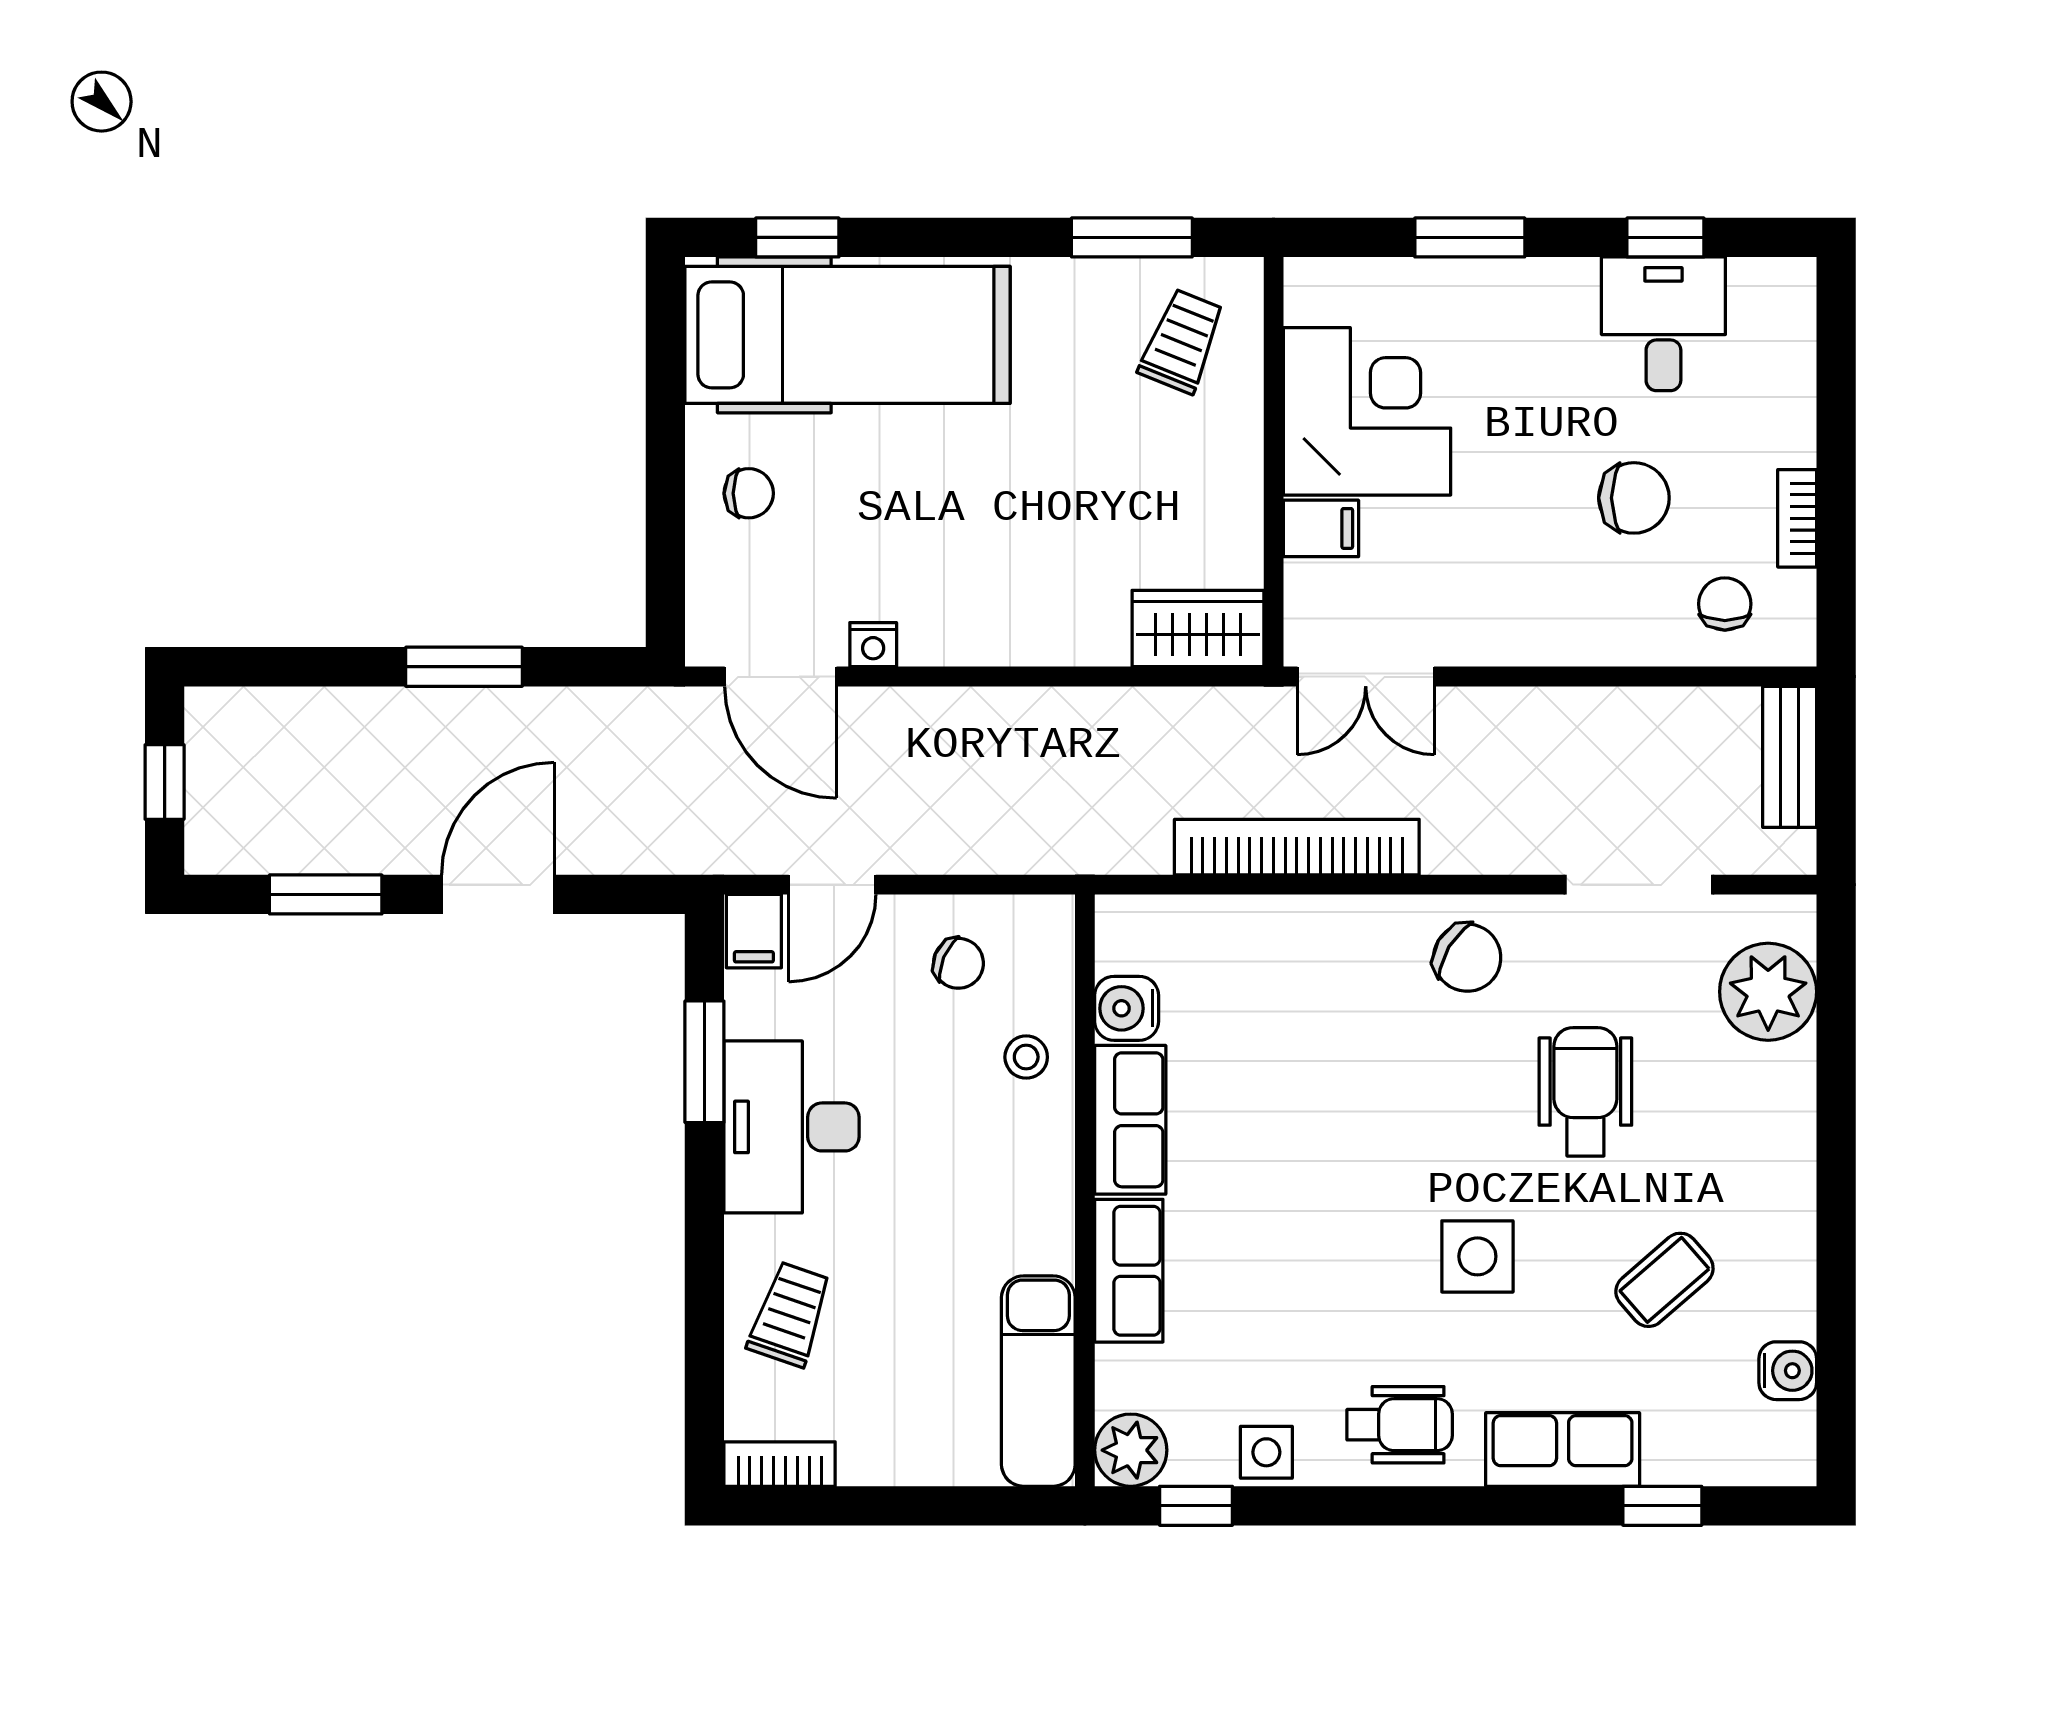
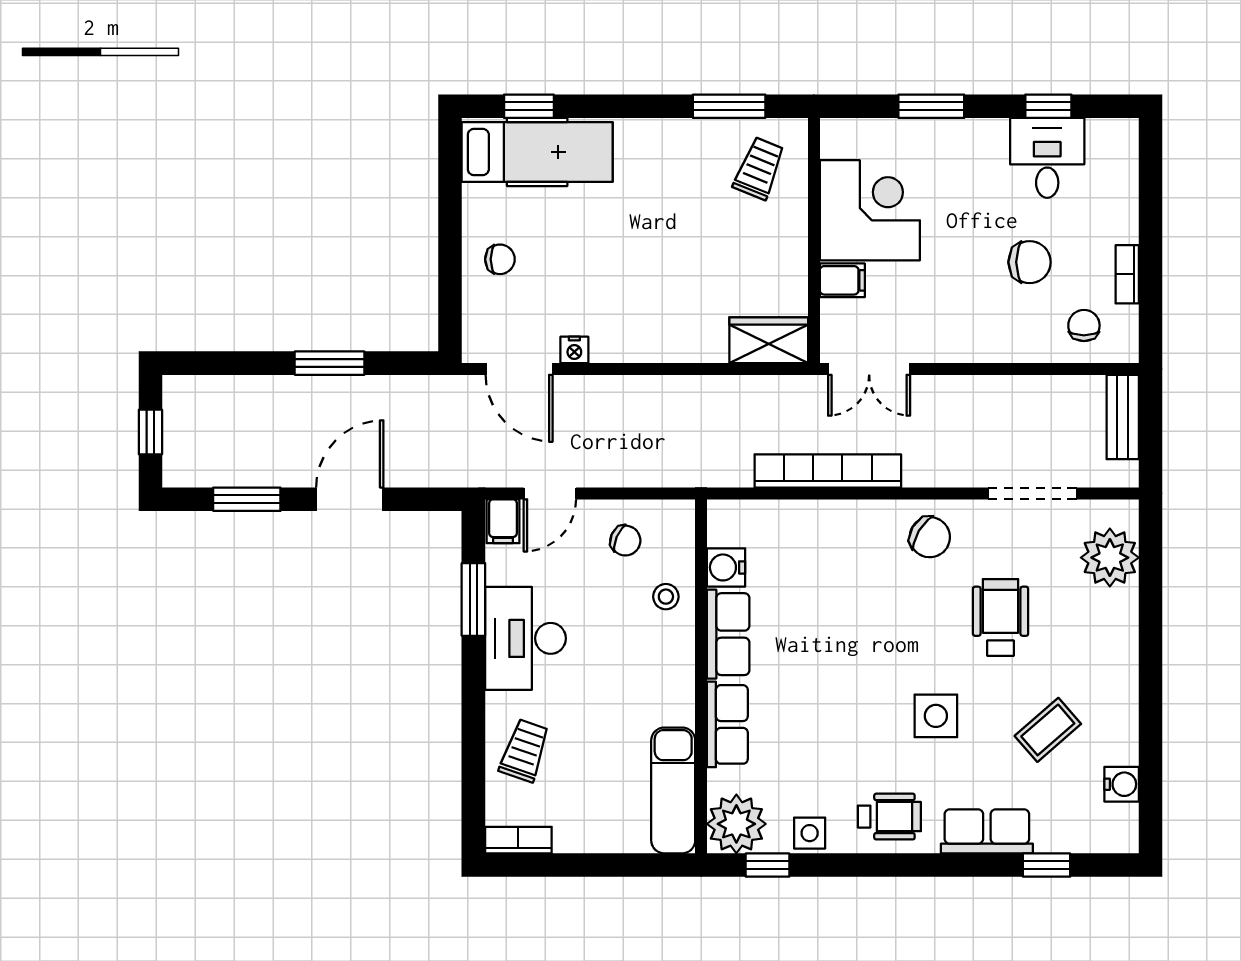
hospital bed: (848, 335) -> (537, 152), width x0.73, depth x0.78
plant: (1131, 1450) -> (736, 824), width x1.36, depth x1.36

